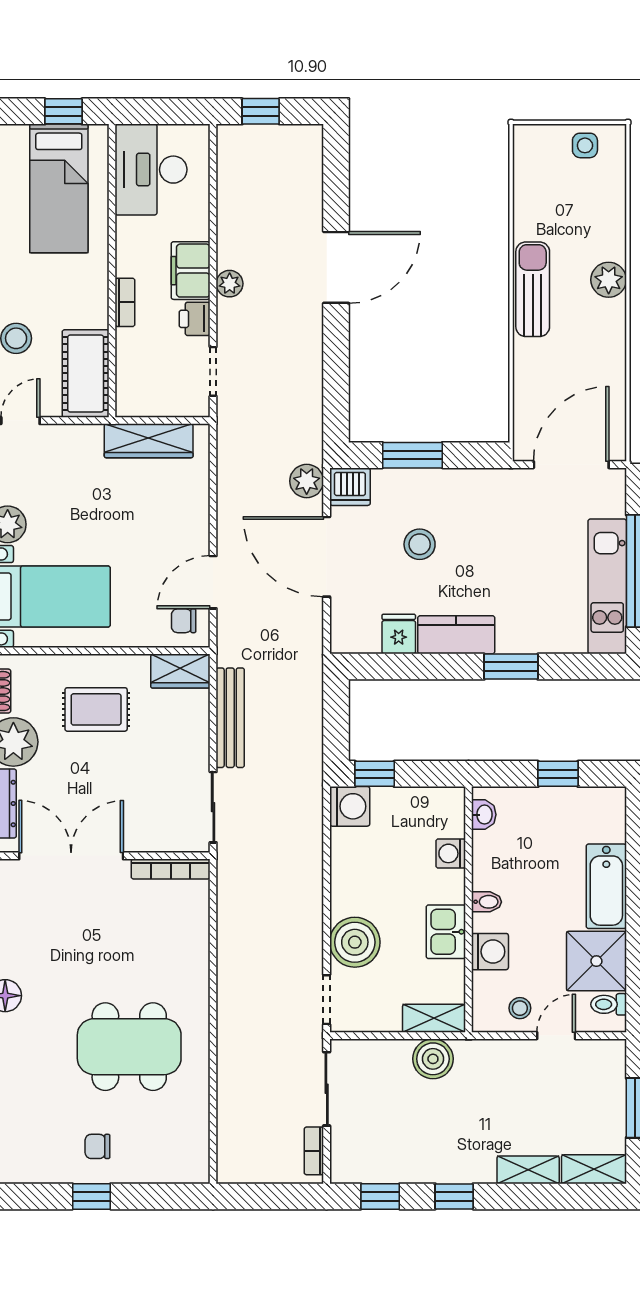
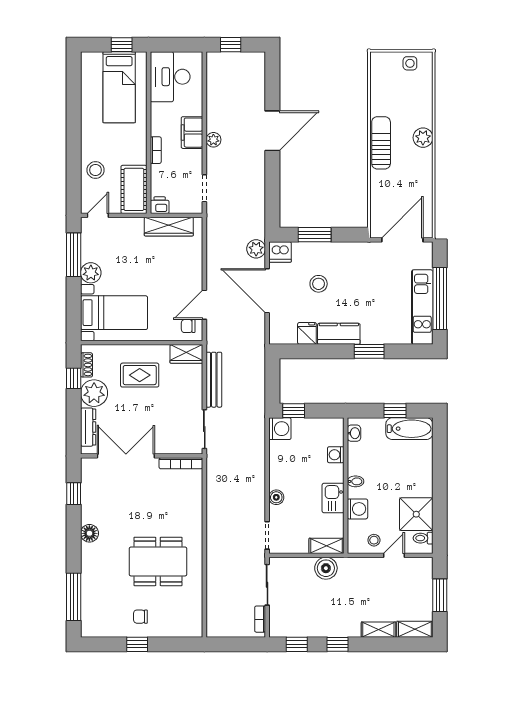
printer: (195, 319) -> (160, 205), moved, turned 90
bathtub: (606, 886) -> (409, 429), moved, turned -90
boiler: (355, 942) -> (276, 497), width x0.54, depth x0.54

